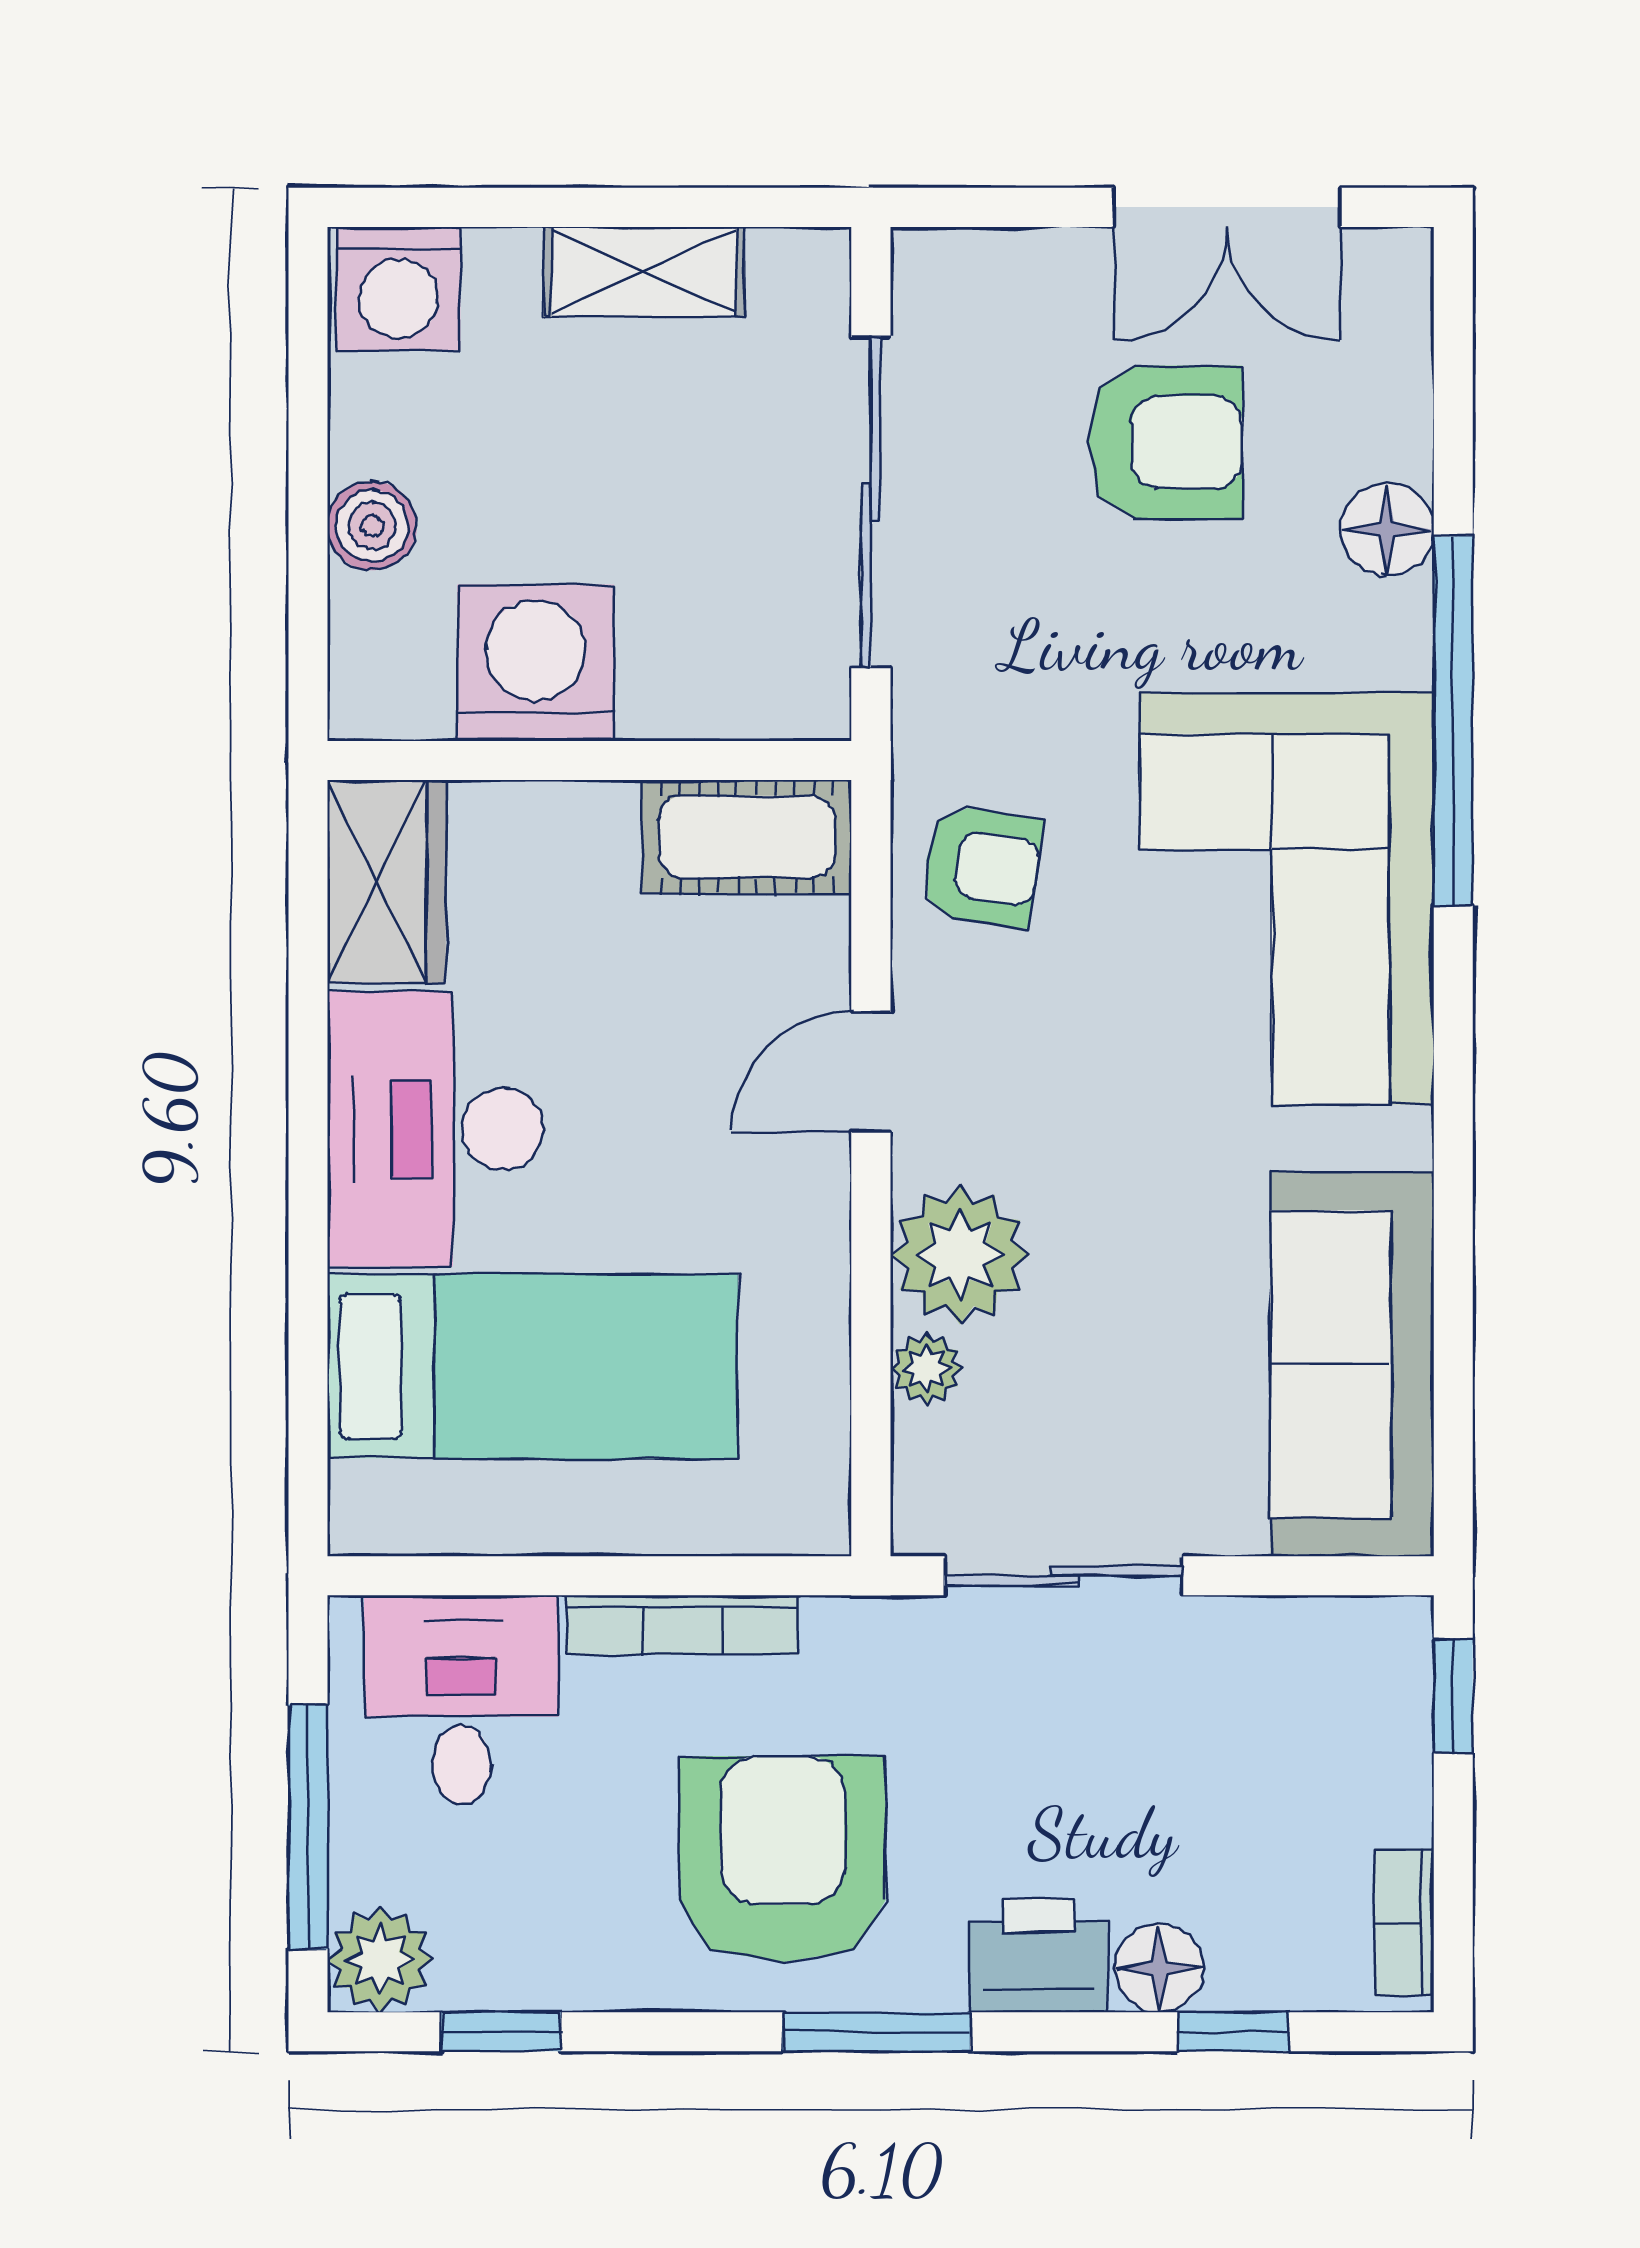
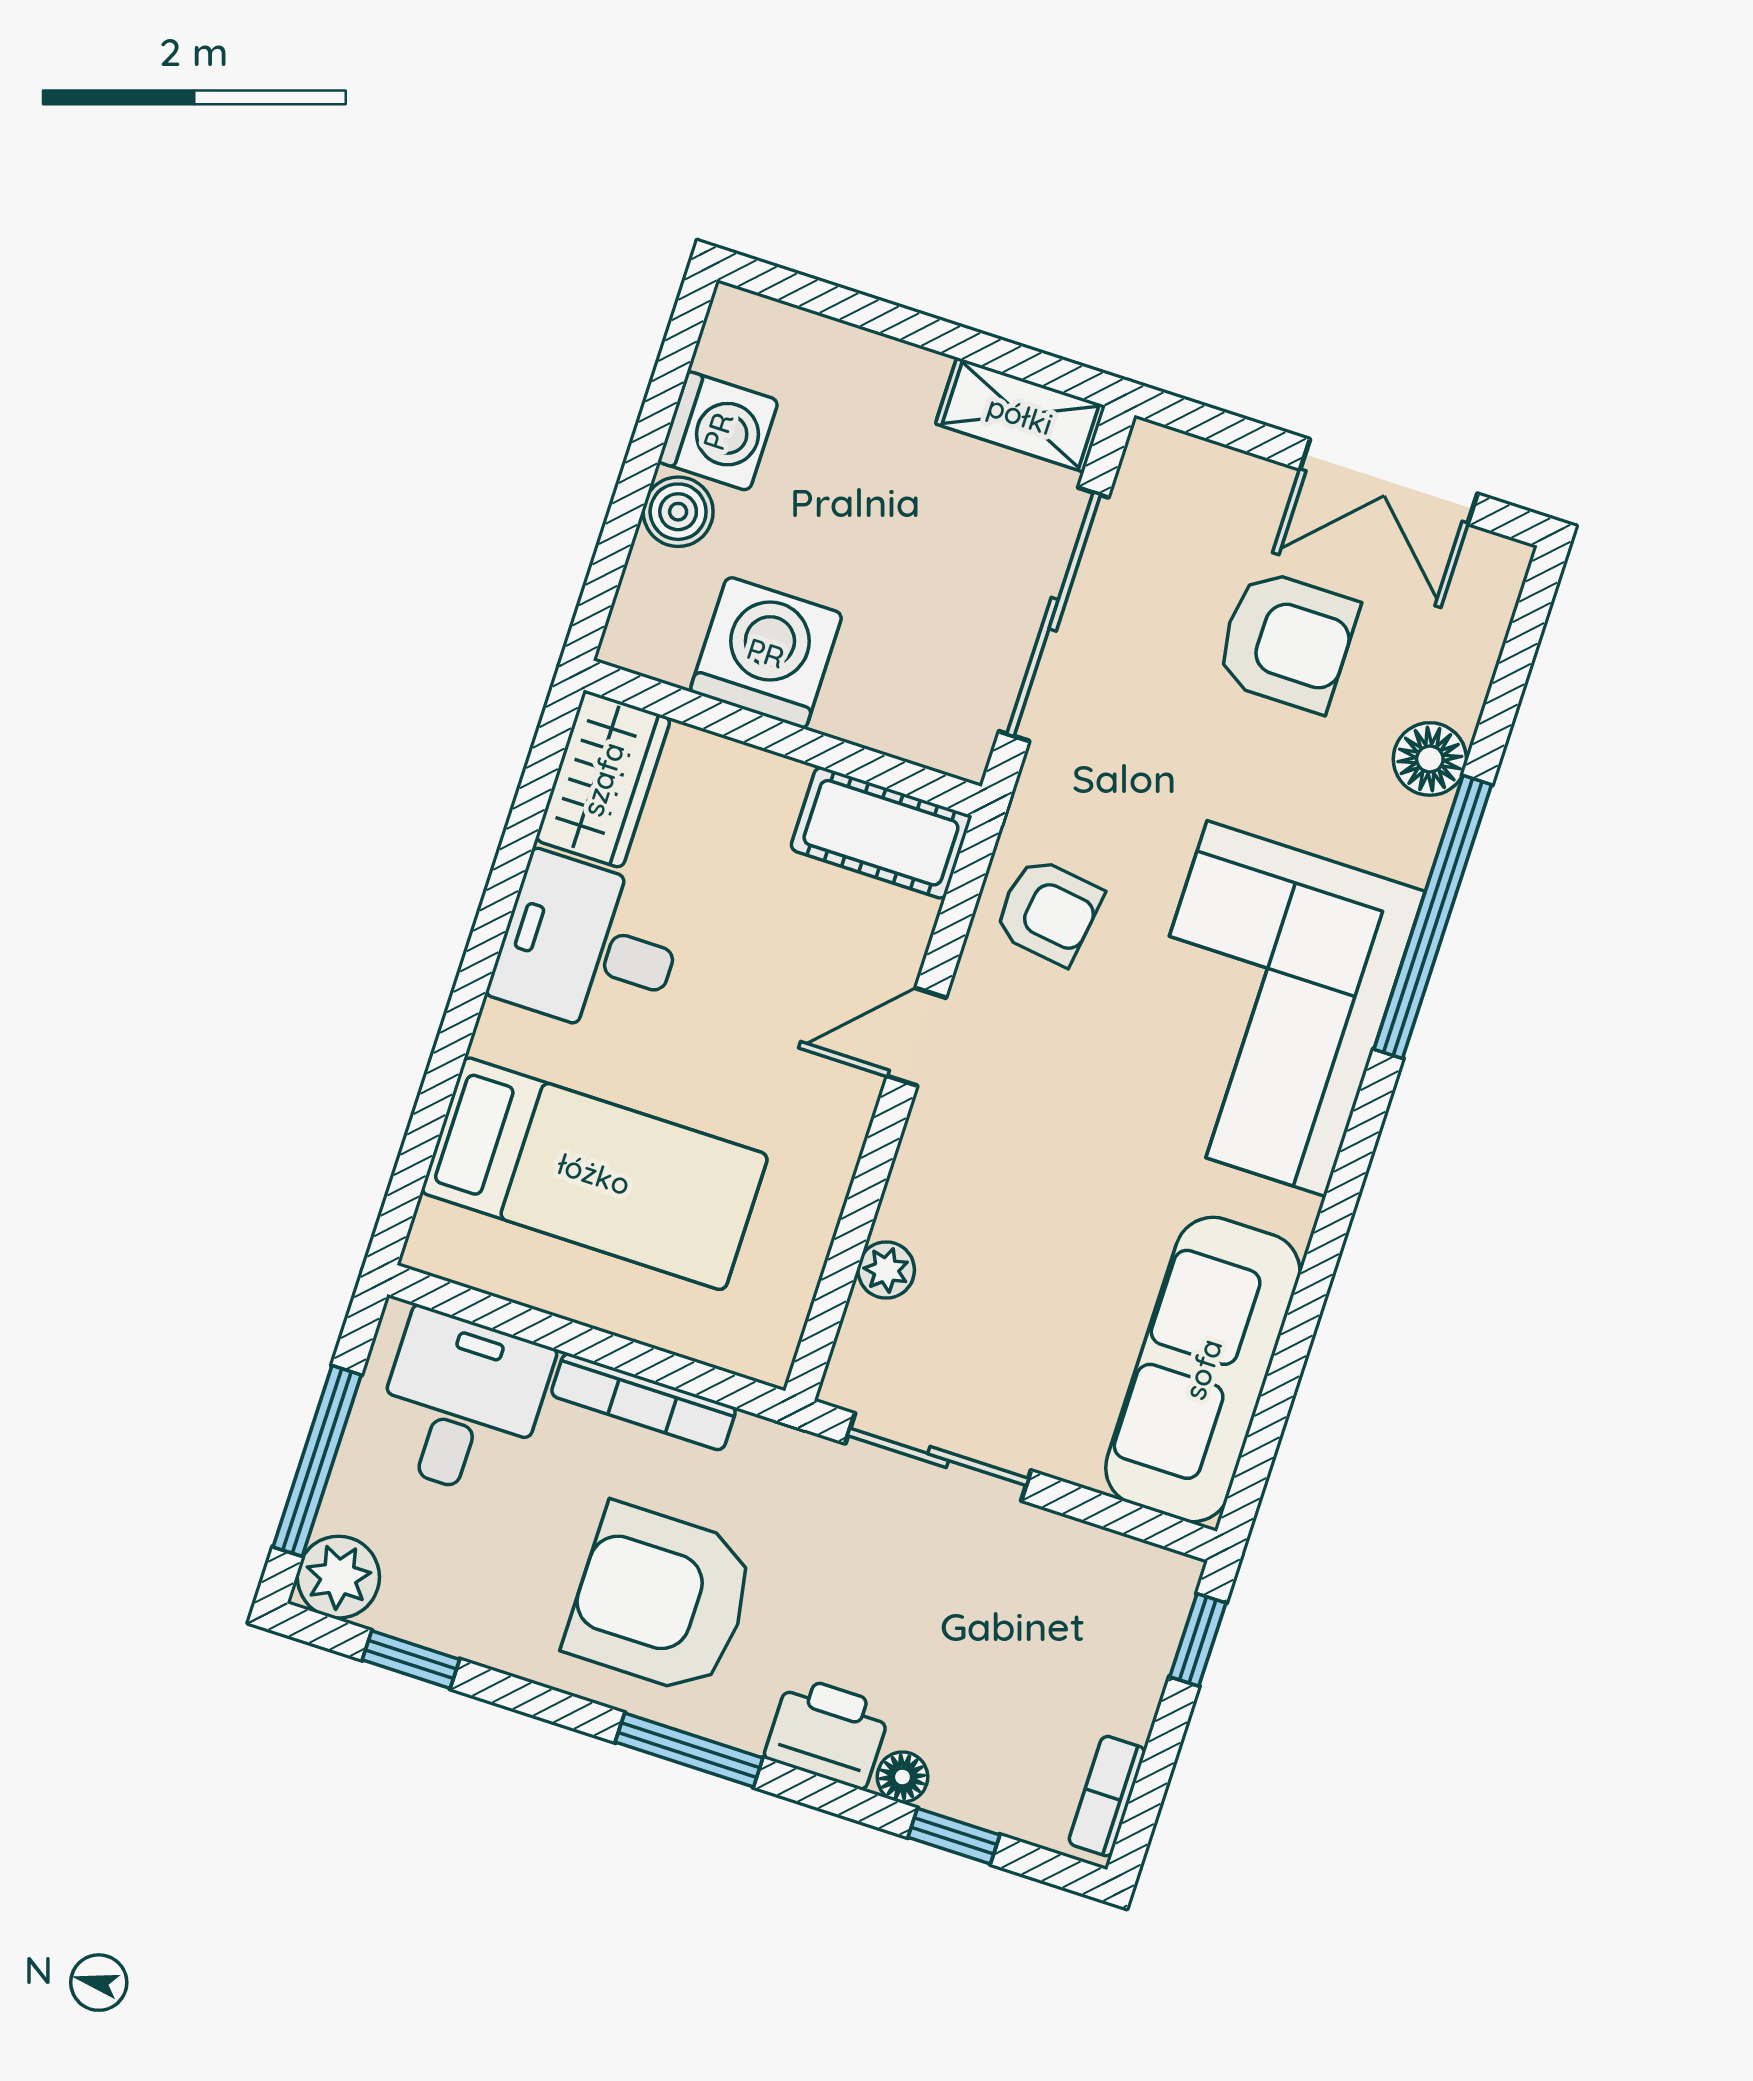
shelving: (644, 272) -> (1020, 415), moved
washing machine: (399, 289) -> (718, 431), moved, turned -90
desk: (435, 1129) -> (589, 946), width x0.73
plant: (960, 1255) -> (938, 1194), removed
armchair: (782, 1859) -> (661, 1599), turned -90
floor lamp: (1159, 1968) -> (902, 1777), width x0.73, depth x0.73

